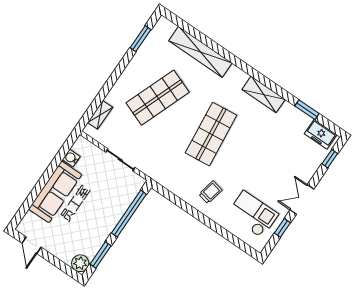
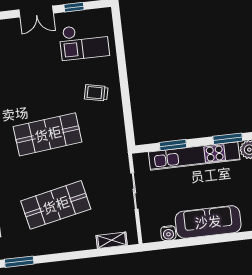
shop shelf: (158, 98) -> (56, 205), turned -33
window: (129, 214) -> (173, 145), width x0.47
checkout: (253, 214) -> (84, 42), turned -90
kitchen unit: (109, 222) -> (194, 156), added

